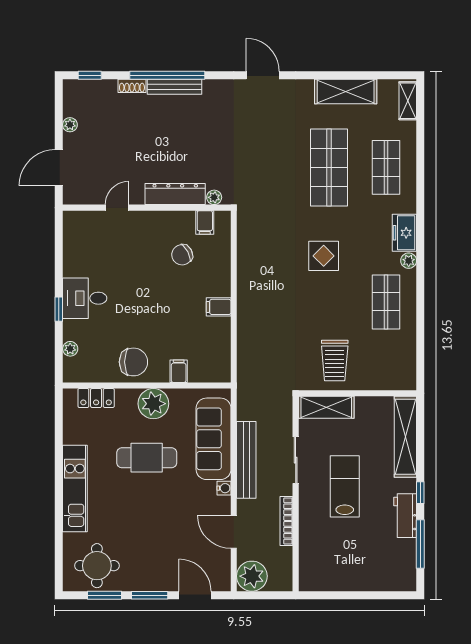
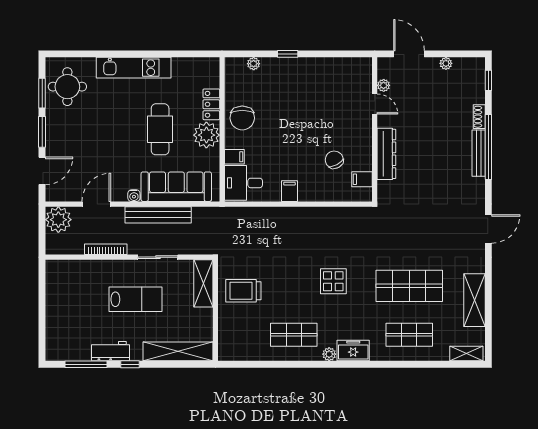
plant: (214, 197) -> (384, 85), moved
desk: (85, 298) -> (243, 183), moved, turned -90
locker: (96, 398) -> (211, 104), moved

